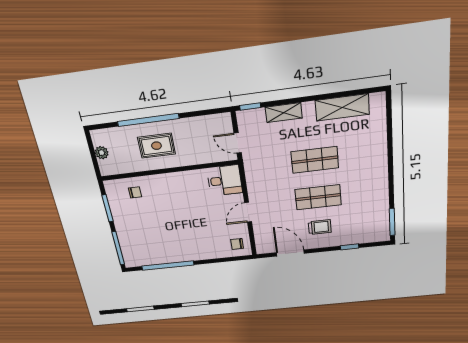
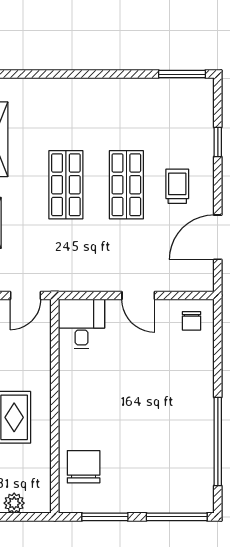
chair: (135, 192) -> (84, 467), width x1.87, depth x1.87

